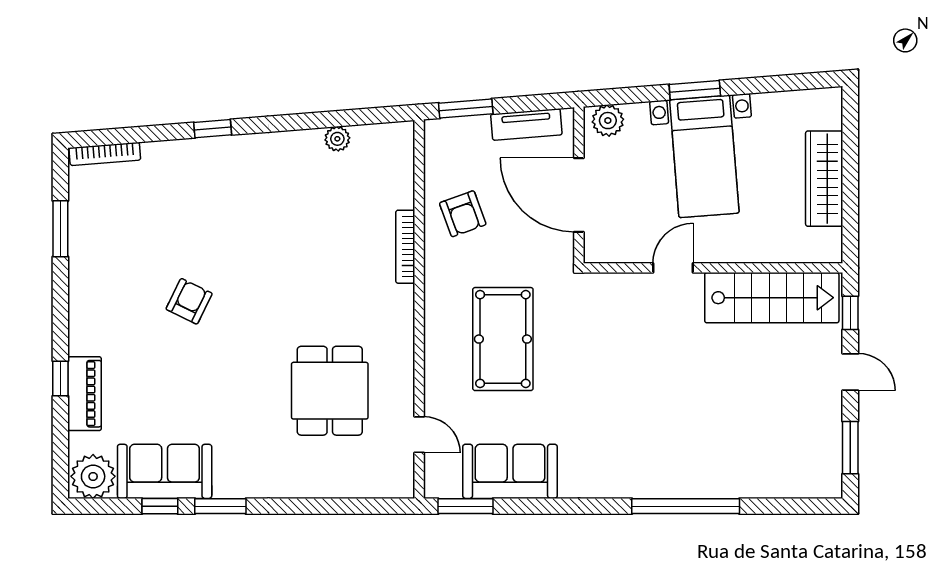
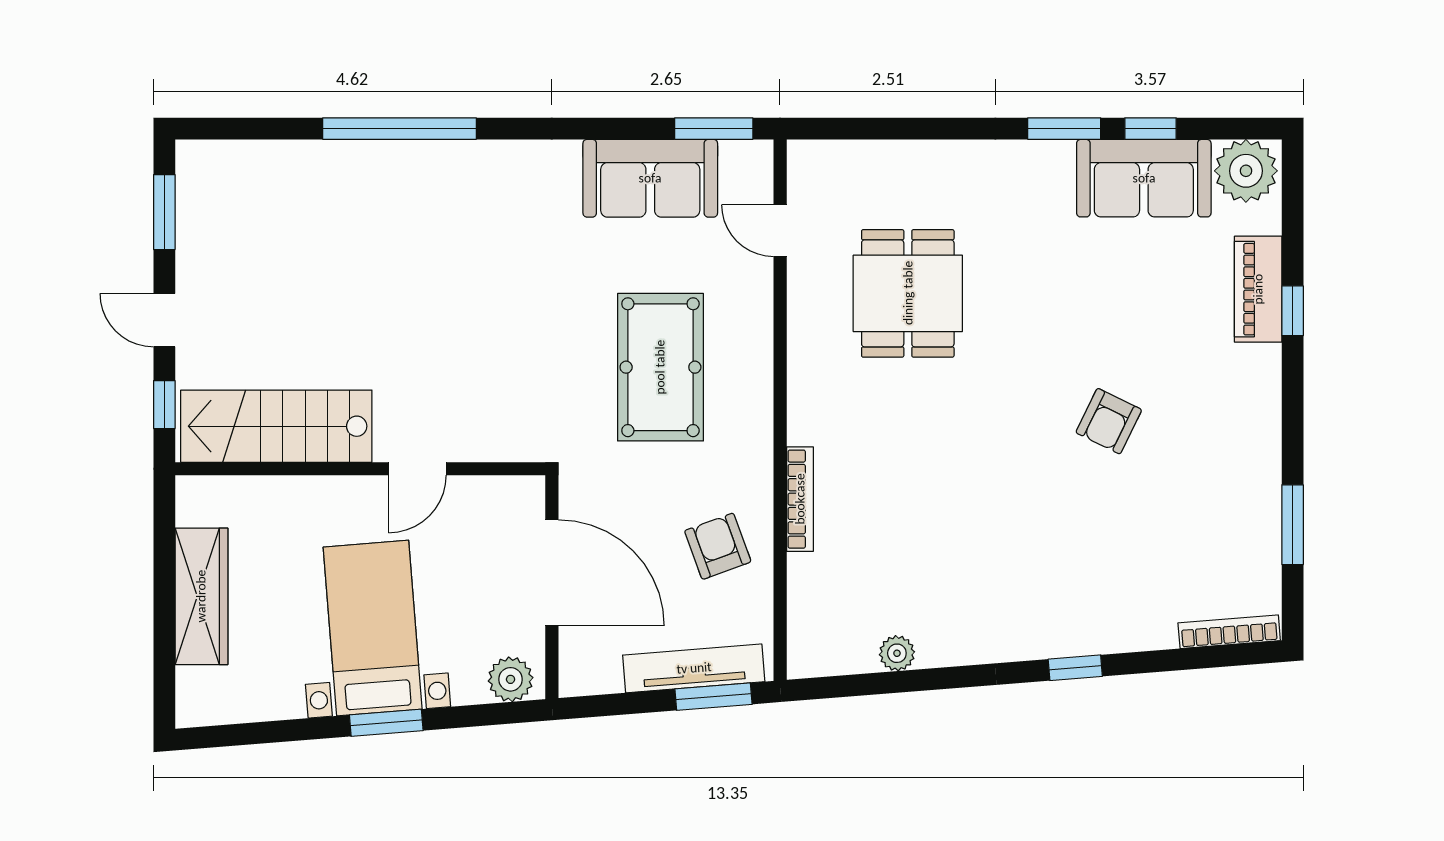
tv unit: (526, 124) -> (694, 668), moved, width x1.41

